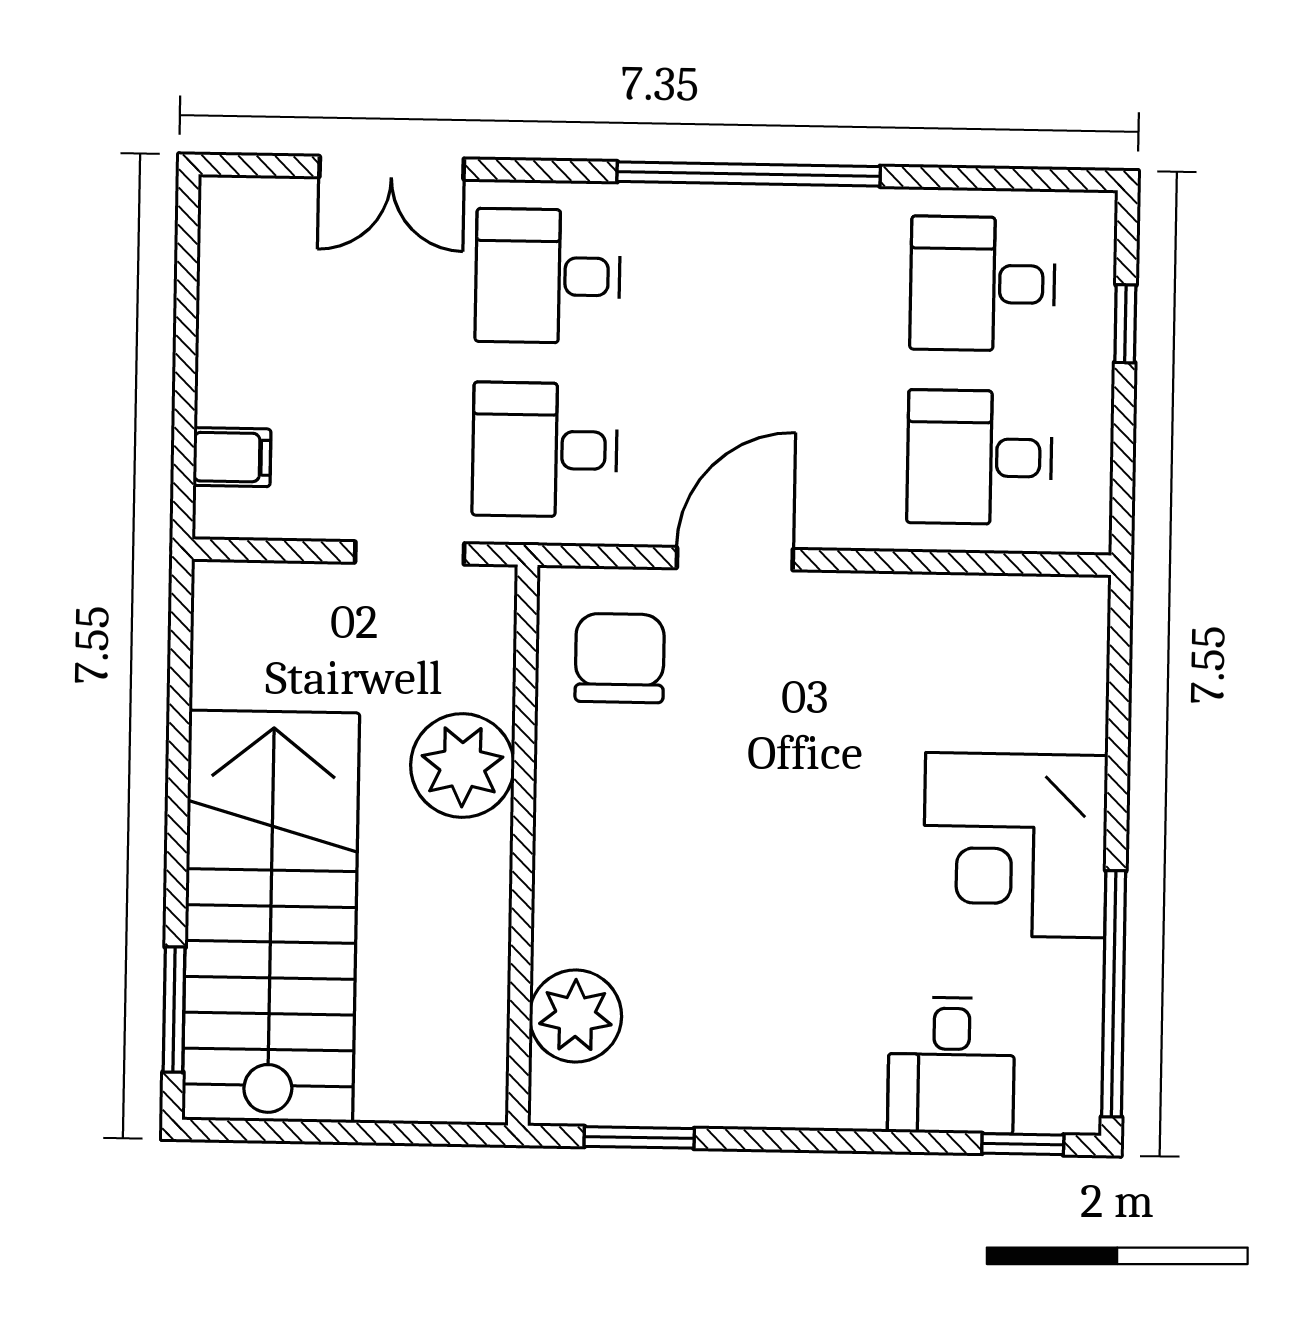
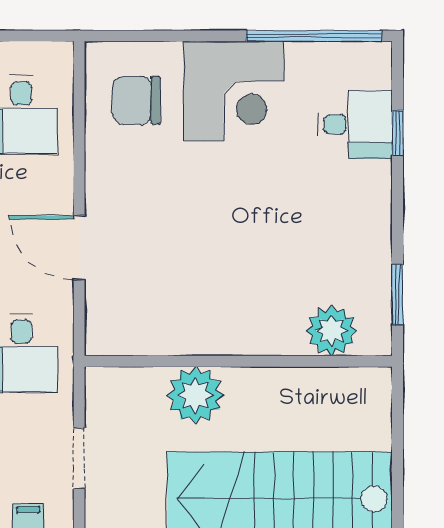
doorway: (410, 553) -> (79, 459), moved
chair: (620, 658) -> (136, 100), moved
window: (1023, 1144) -> (397, 133), moved

